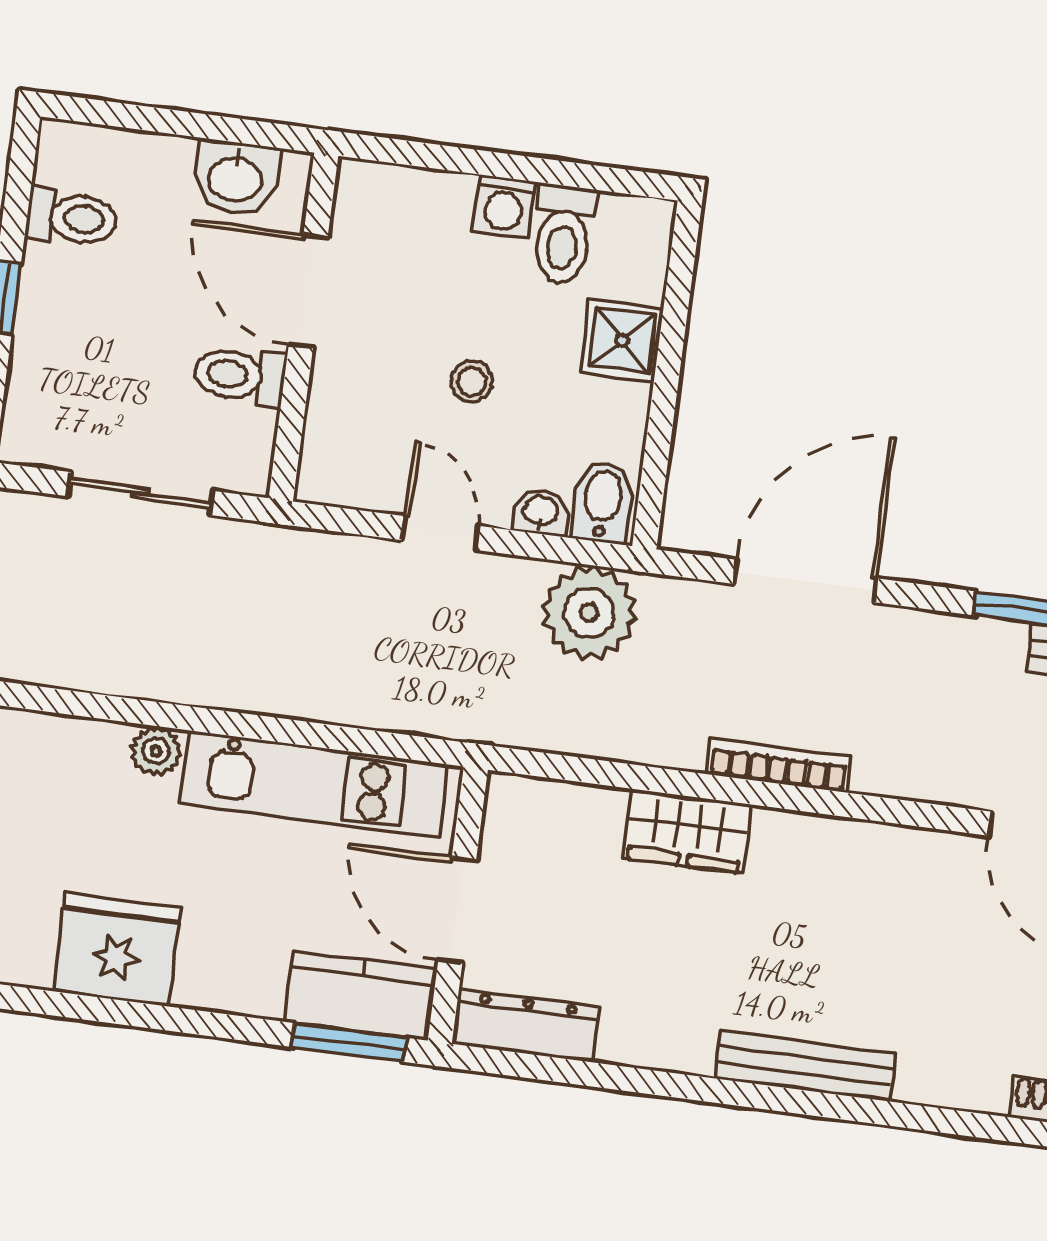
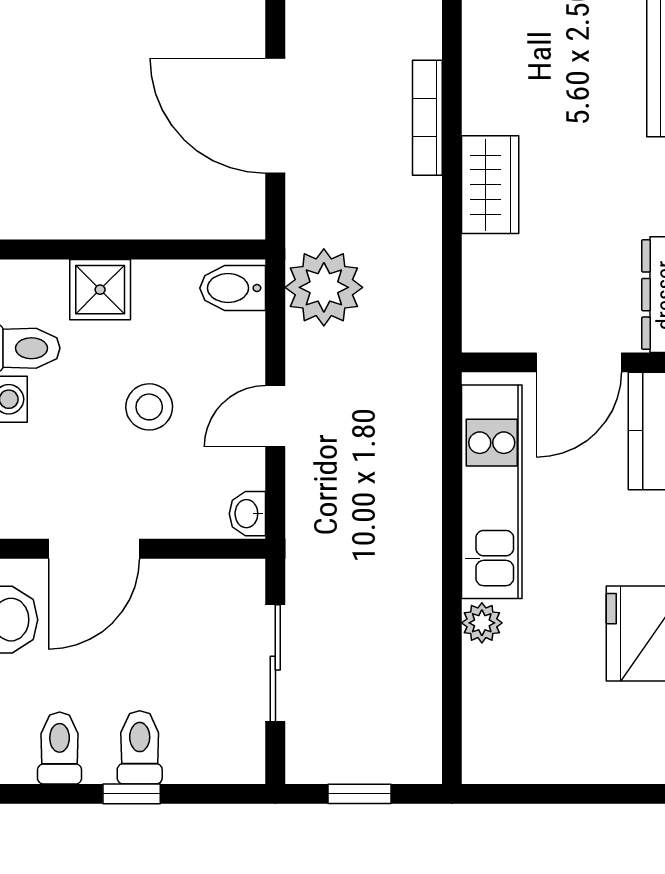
toilet: (239, 376) -> (140, 747), moved, turned 180
stool: (472, 381) -> (149, 407), width x1.37, depth x1.37
washbasin: (541, 512) -> (247, 514), moved

